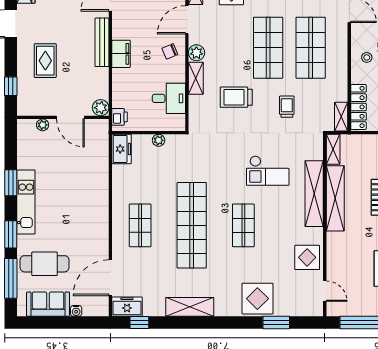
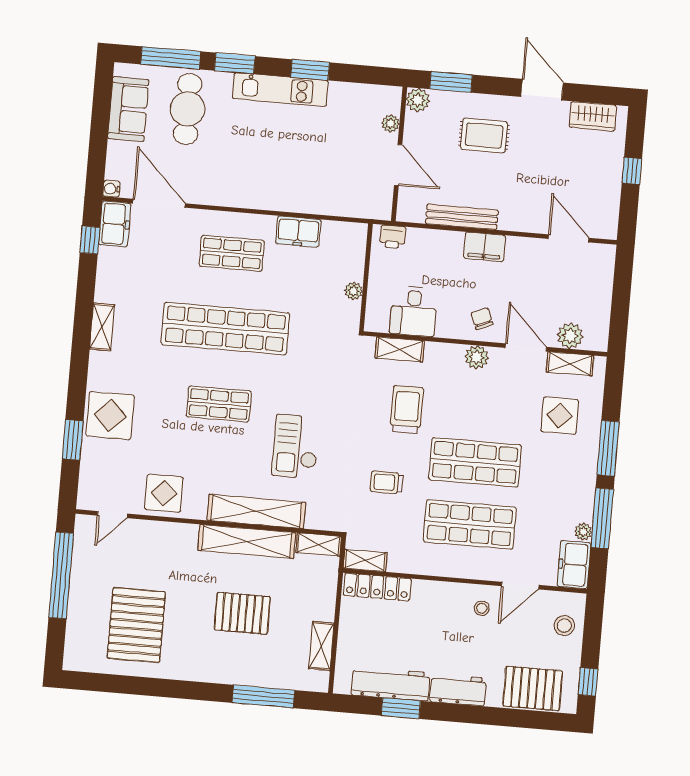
bench: (102, 42) -> (462, 217), moved
stool: (367, 57) -> (482, 608), moved
shelving: (196, 78) -> (400, 349), moved
window: (11, 86) -> (451, 82), width x1.50
trolley: (287, 107) -> (387, 482), turned 180
plant: (101, 108) -> (418, 100), moved
door: (70, 117) -> (398, 165), swing flipped
freezer: (121, 149) -> (298, 232), moved
shelving: (190, 307) -> (102, 327), width x0.67, depth x0.75
water cooler: (76, 311) -> (111, 189), moved

